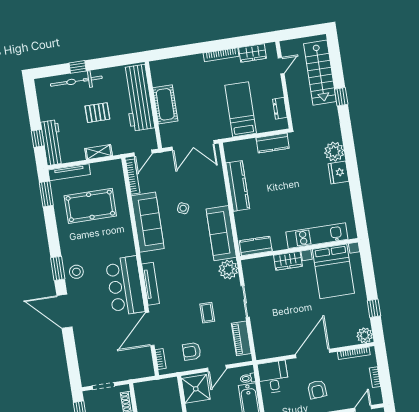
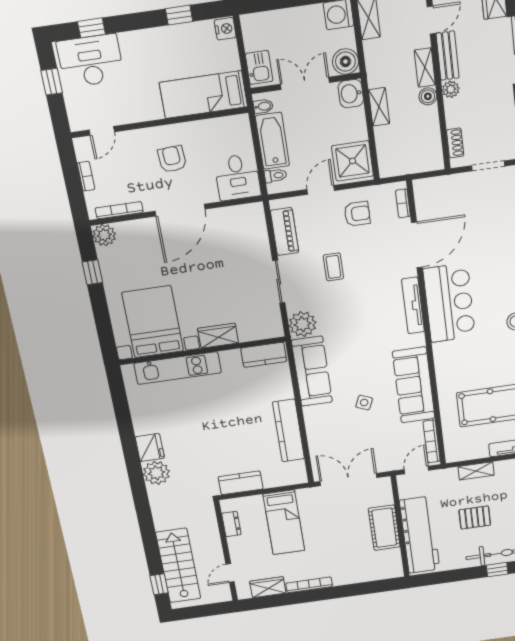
window: (341, 97) -> (159, 584), moved

